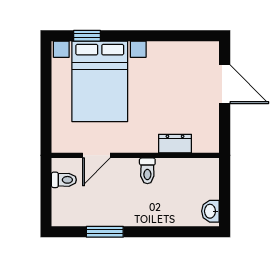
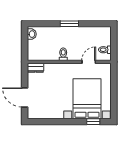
dresser: (175, 144) -> (36, 68), moved
window: (105, 232) -> (69, 24), moved

